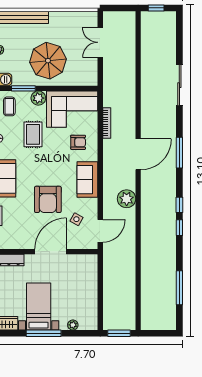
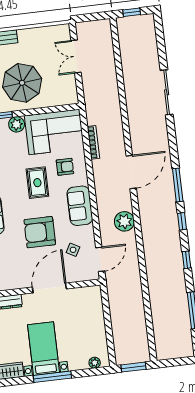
rug: (33, 134) -> (37, 183), moved
window: (179, 153) -> (178, 185), moved
armchair: (48, 199) -> (40, 232), turned 90
window: (179, 228) -> (187, 260), moved
plant: (73, 325) -> (95, 363), moved

